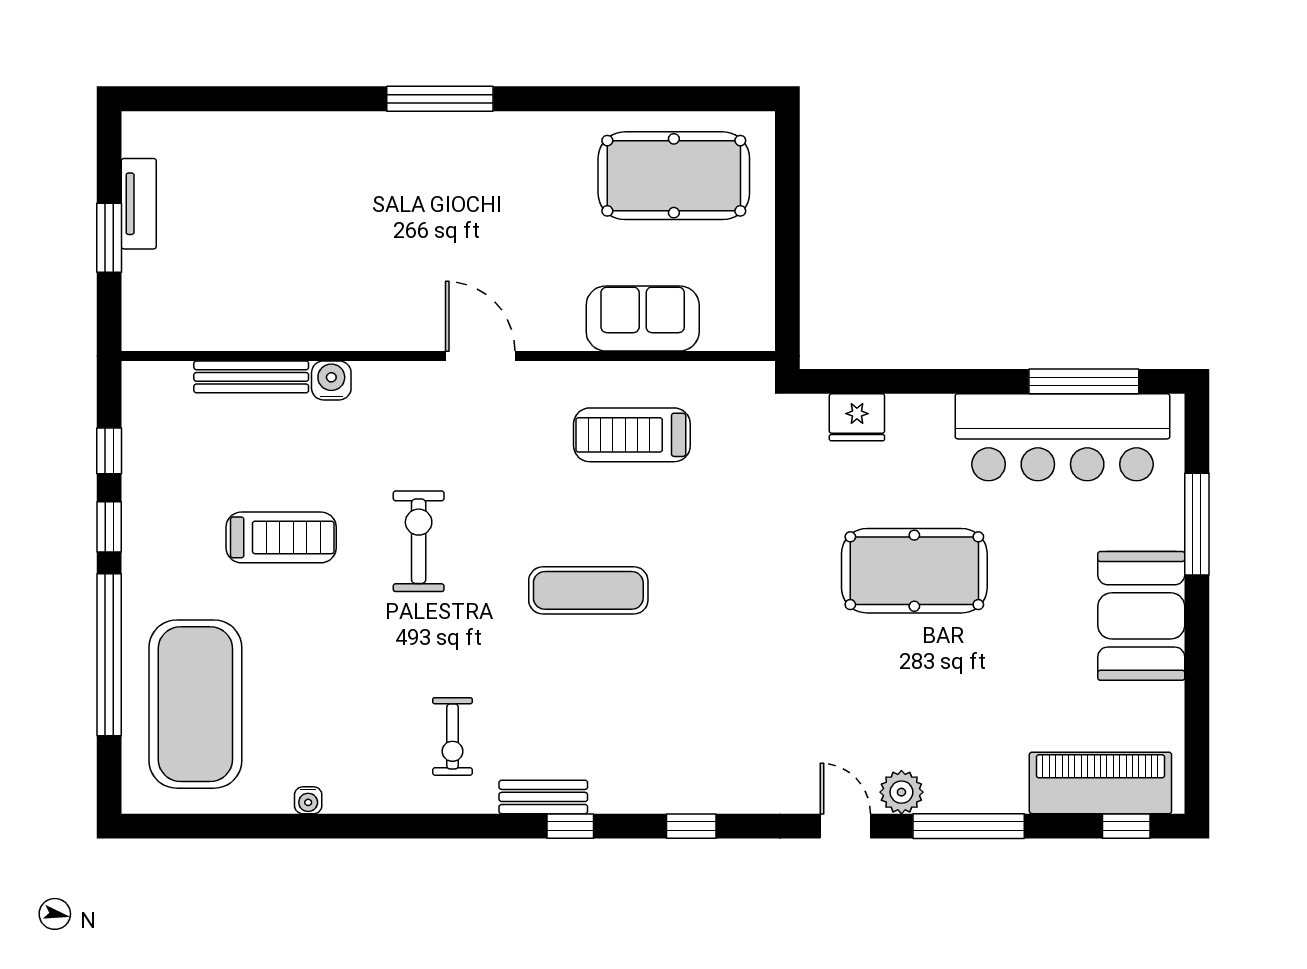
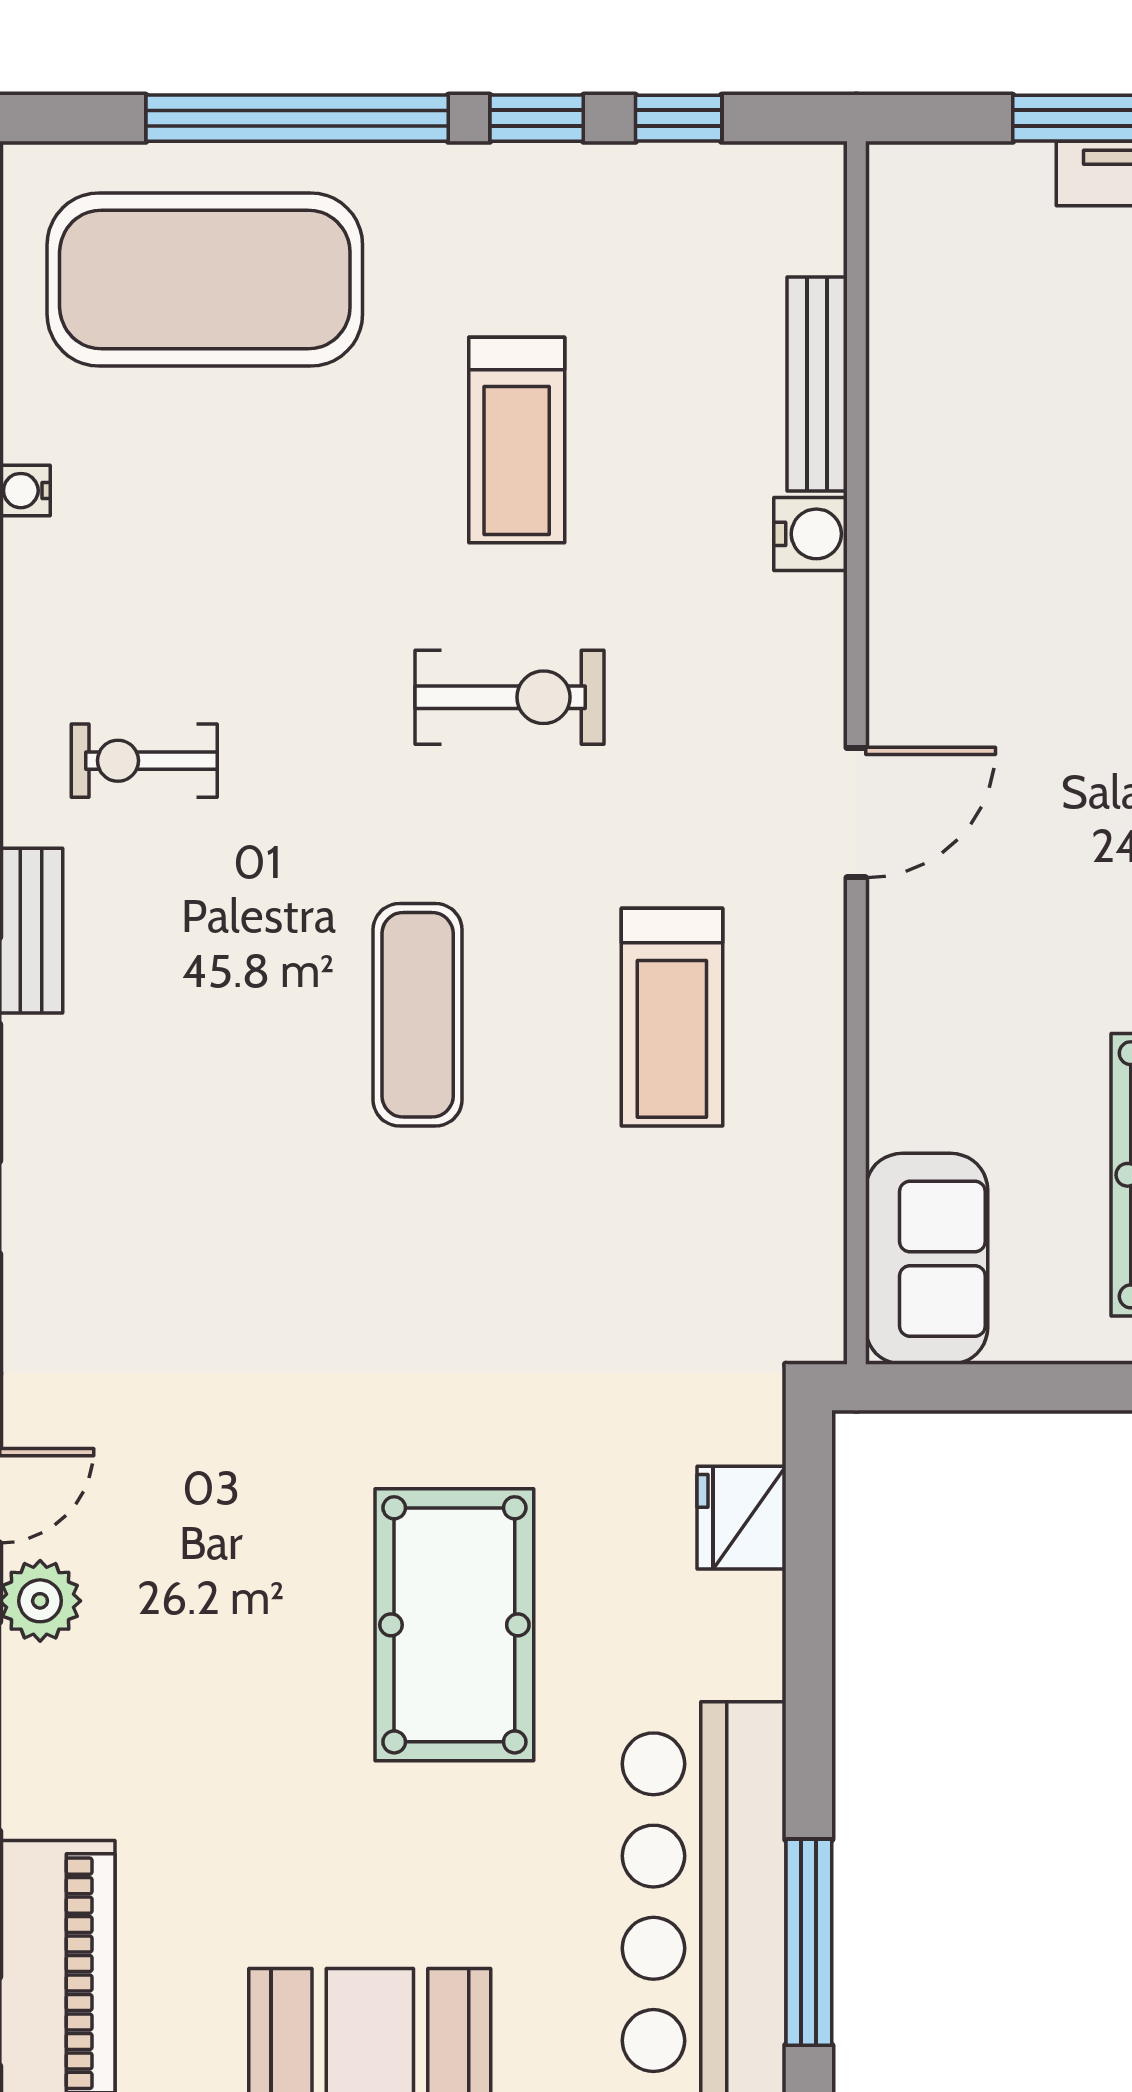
sofa: (643, 318) -> (927, 1259), moved
treadmill: (632, 435) -> (672, 1017), moved, turned 180

